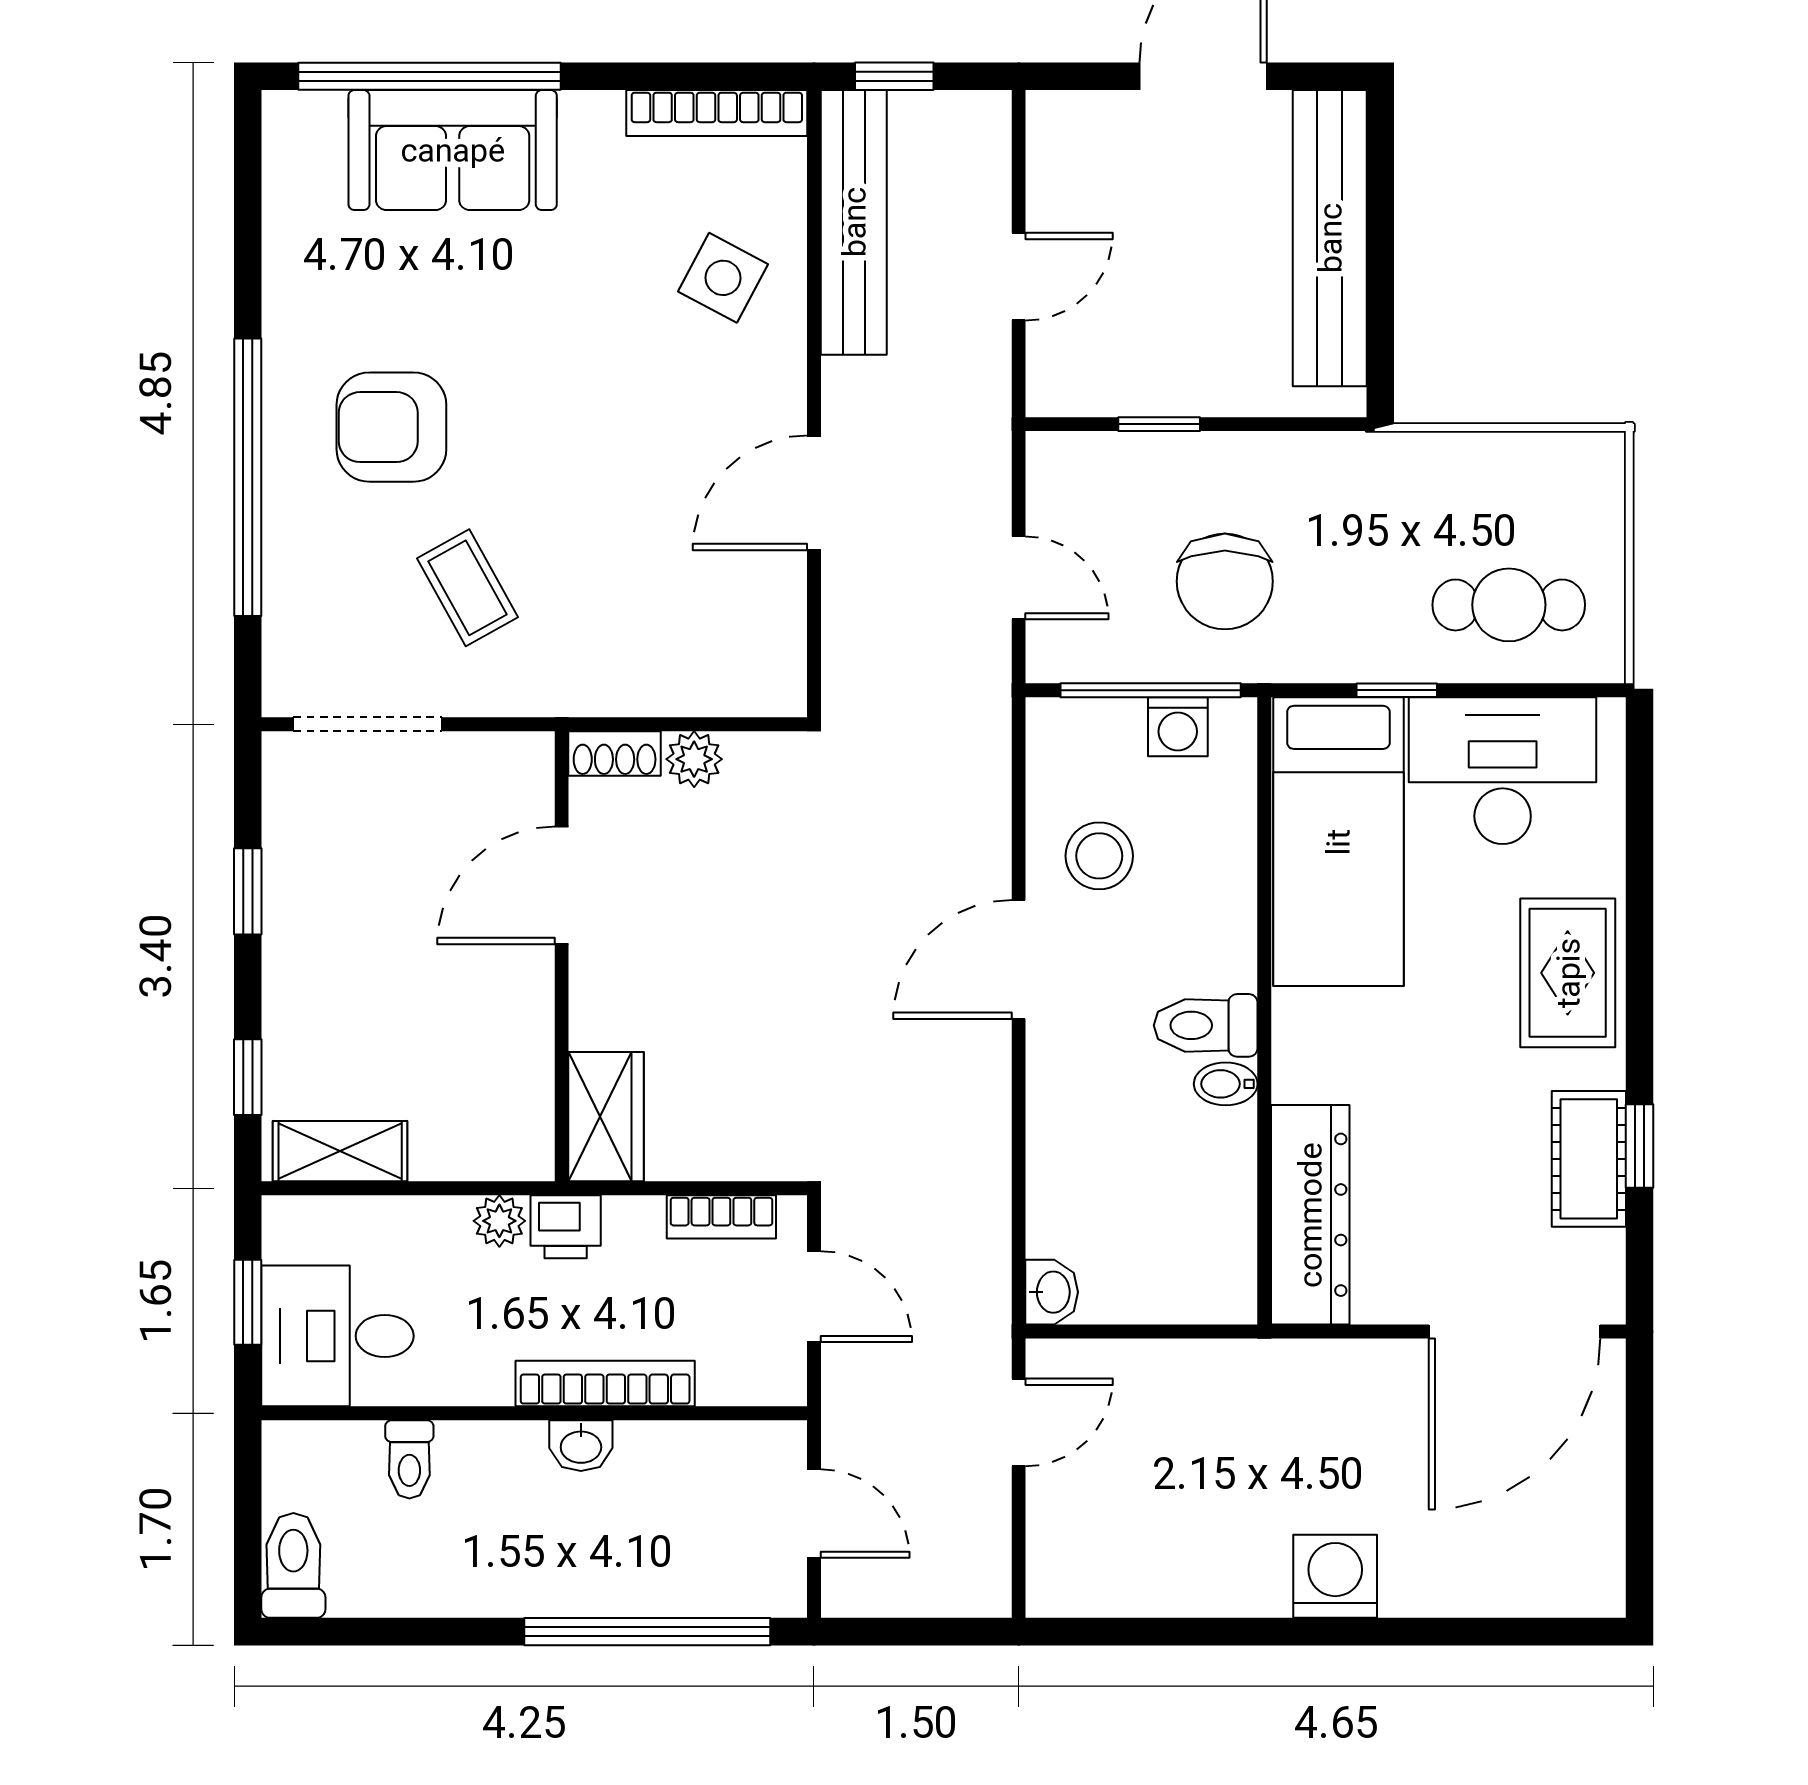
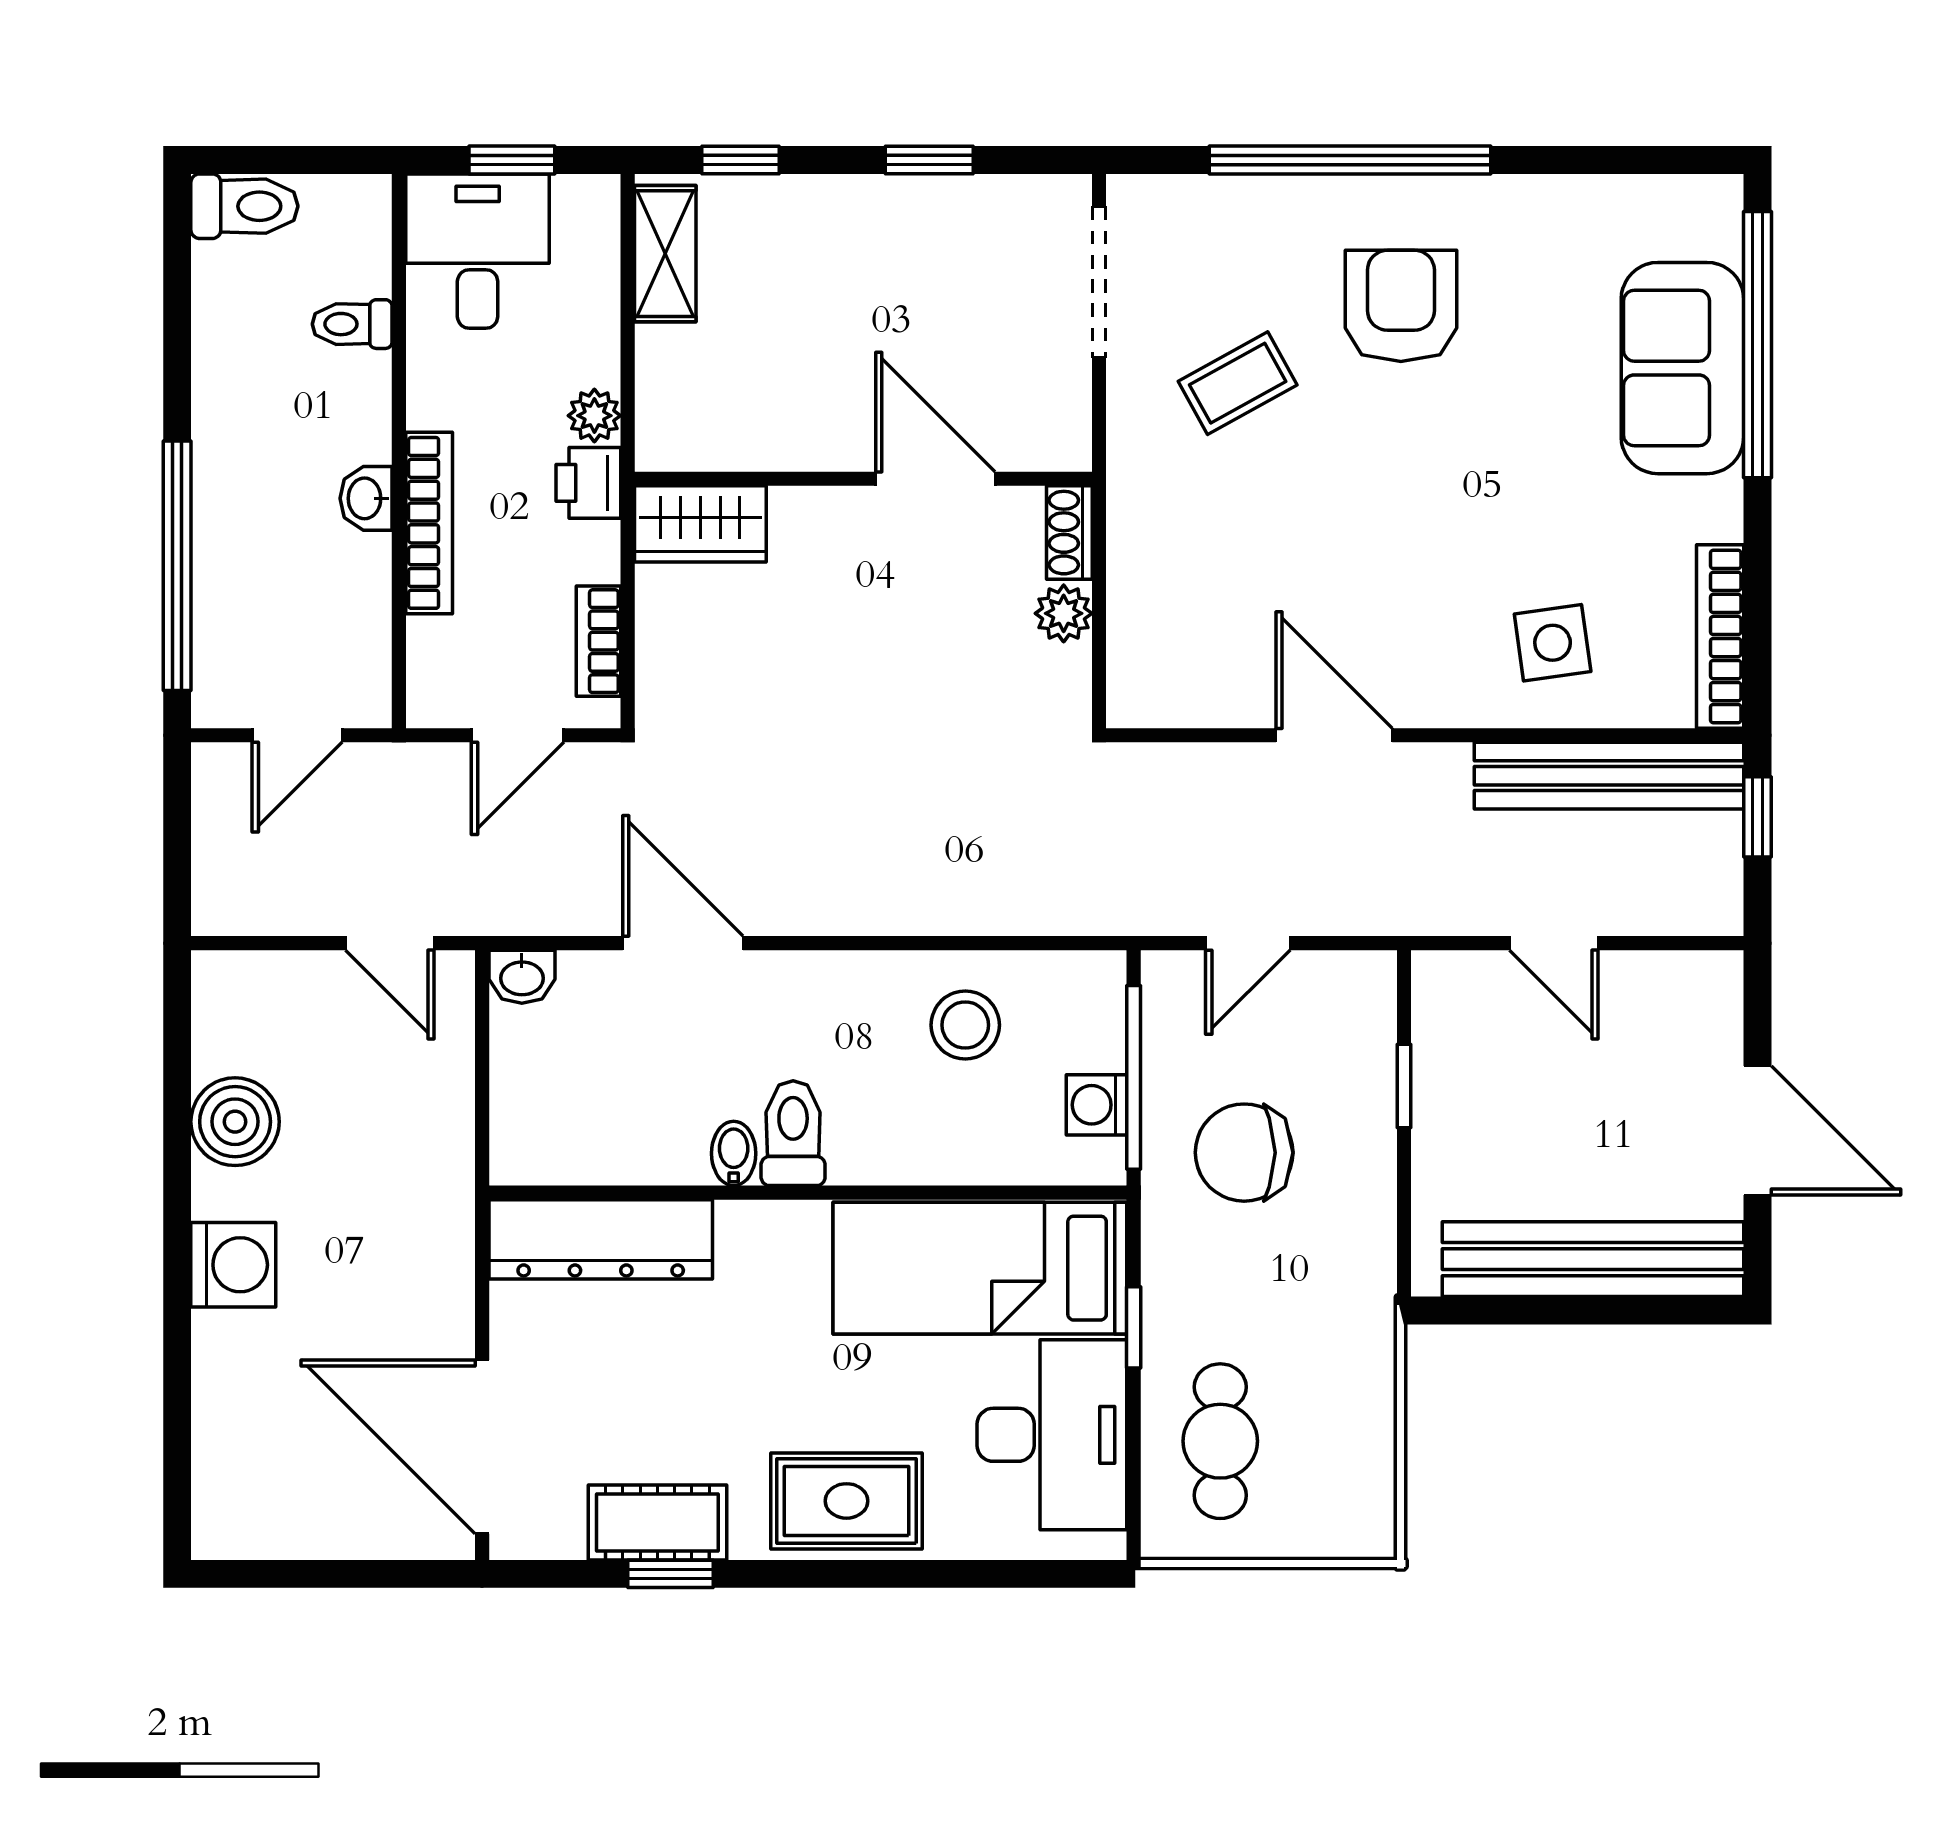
side table: (723, 278) -> (1553, 643), turned -36
door: (1019, 959) -> (683, 943), moved
boiler: (1194, 1575) -> (235, 1122), added

